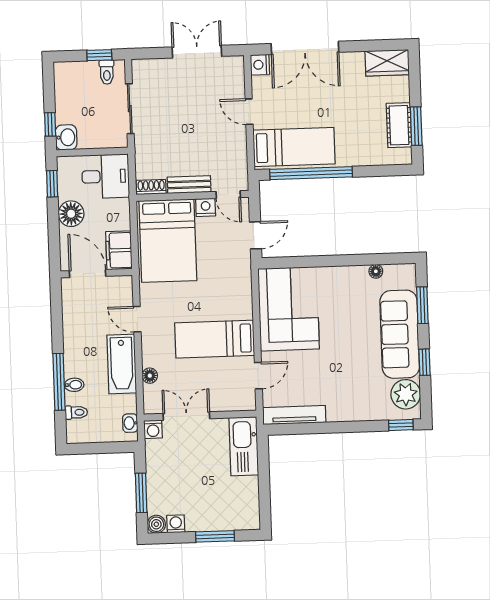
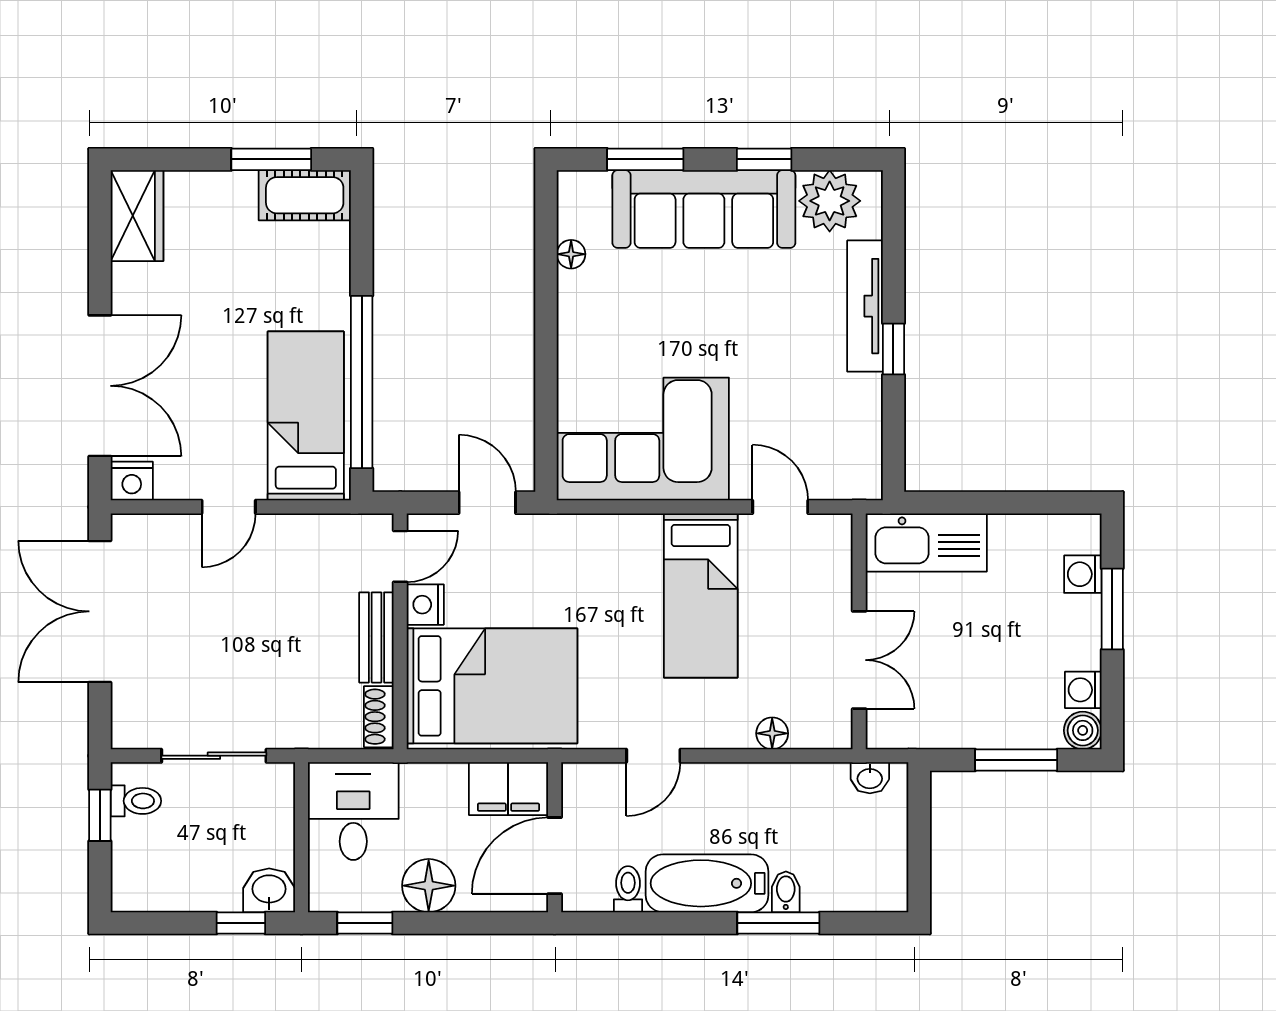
double door: (197, 52) -> (100, 611), width x1.37
cot: (399, 125) -> (305, 195), moved
bathtub: (122, 364) -> (707, 883), moved, turned 180
window: (59, 382) -> (778, 923), width x0.69
toilet: (76, 412) -> (628, 889), moved
tv unit: (294, 415) -> (865, 306), moved
double door: (186, 416) -> (859, 660), swing flipped
window: (401, 425) -> (893, 349), moved
washing machine: (153, 429) -> (1083, 574), moved, turned 180

